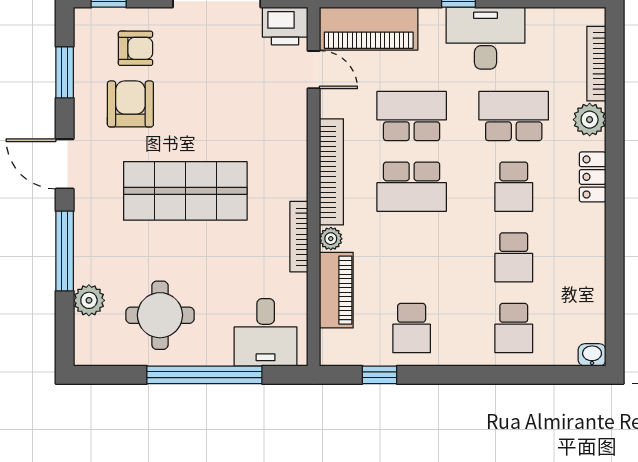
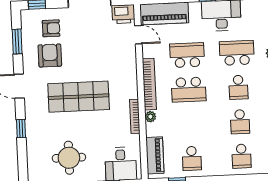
window: (65, 251) -> (21, 129), width x0.46
piano: (336, 290) -> (155, 155), moved
plant: (89, 300) -> (34, 152), removed

